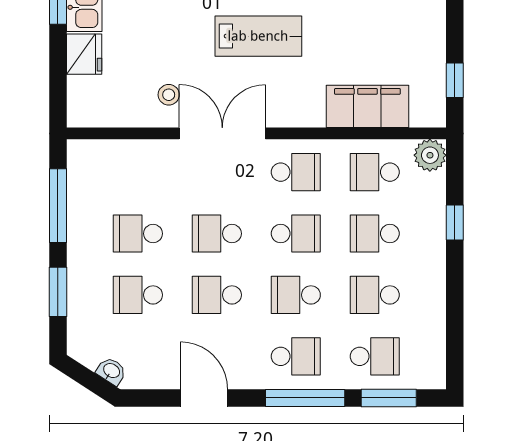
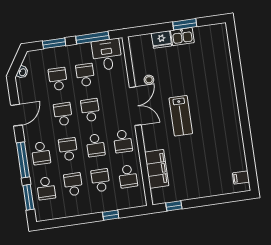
plant: (430, 155) -> (139, 200), removed
school desk: (375, 172) -> (128, 176), turned 180
desk: (100, 179) -> (107, 55), added

